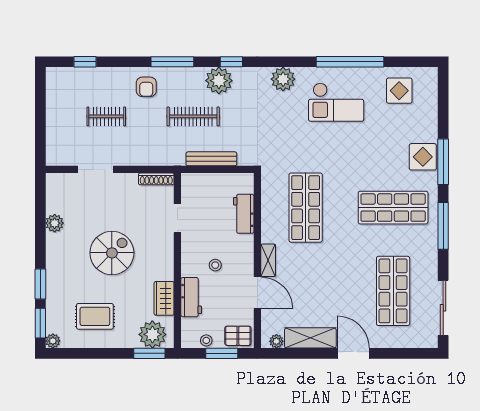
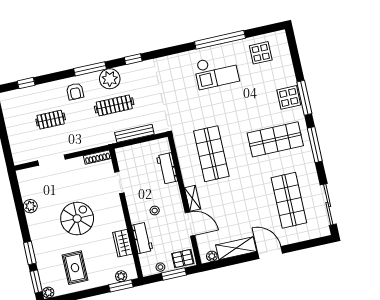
plant: (283, 79) -> (174, 63), removed
plant: (219, 81) -> (110, 79), moved
rug: (95, 316) -> (75, 268), turned 90
plant: (152, 334) -> (121, 276), width x0.53, depth x0.53

